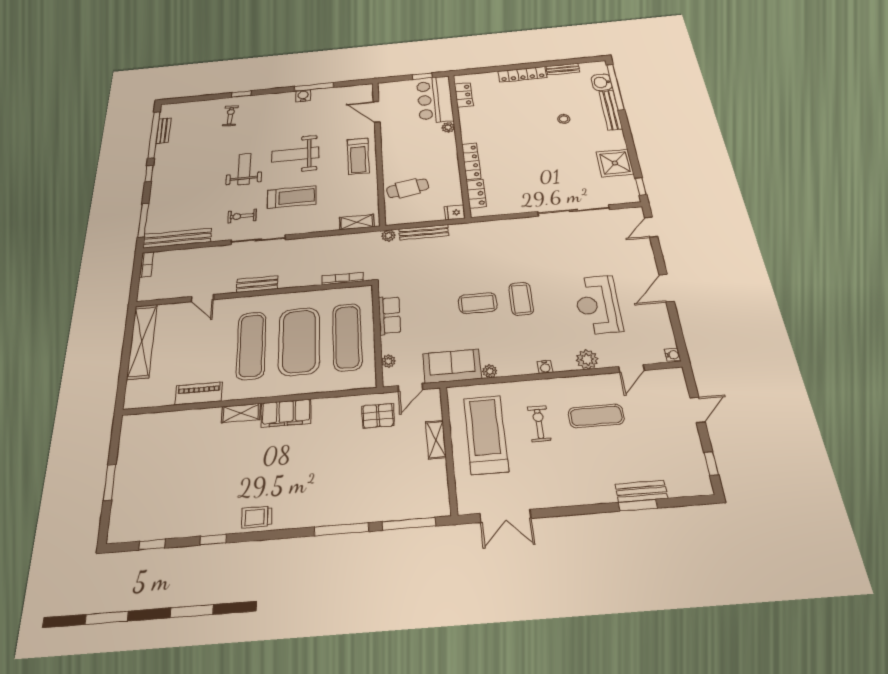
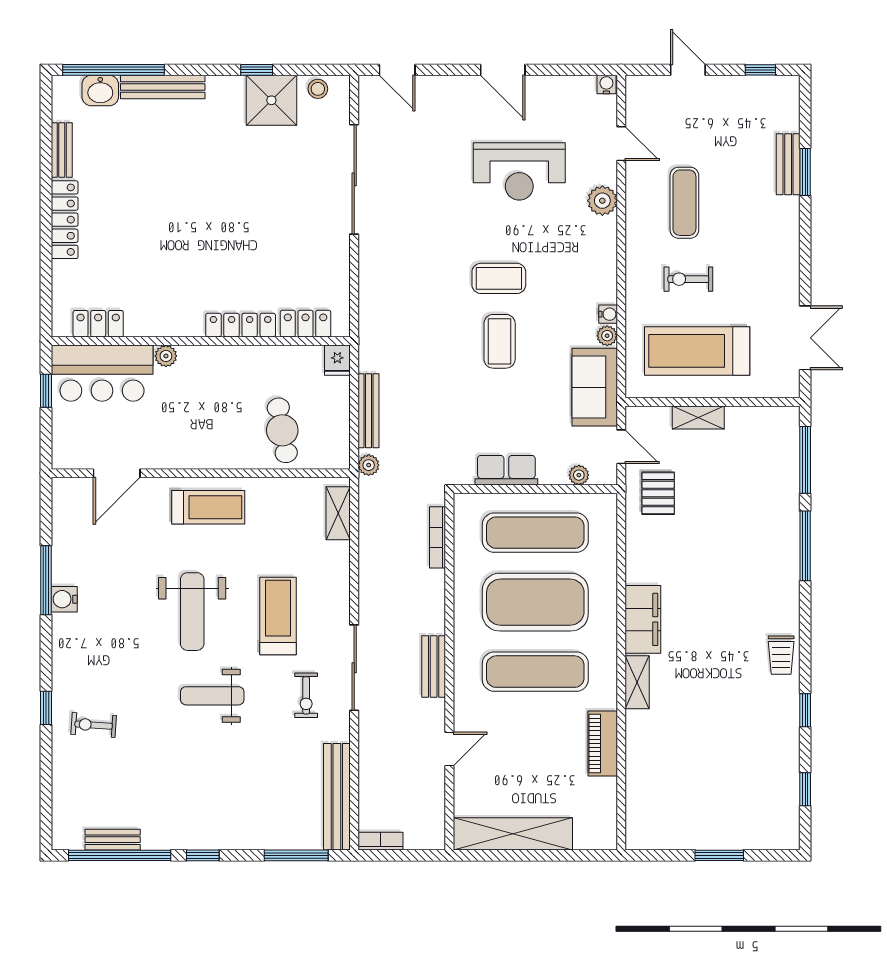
stool: (564, 119) -> (318, 89), moved
window: (641, 186) -> (257, 70), moved
water cooler: (545, 367) -> (608, 314), moved

